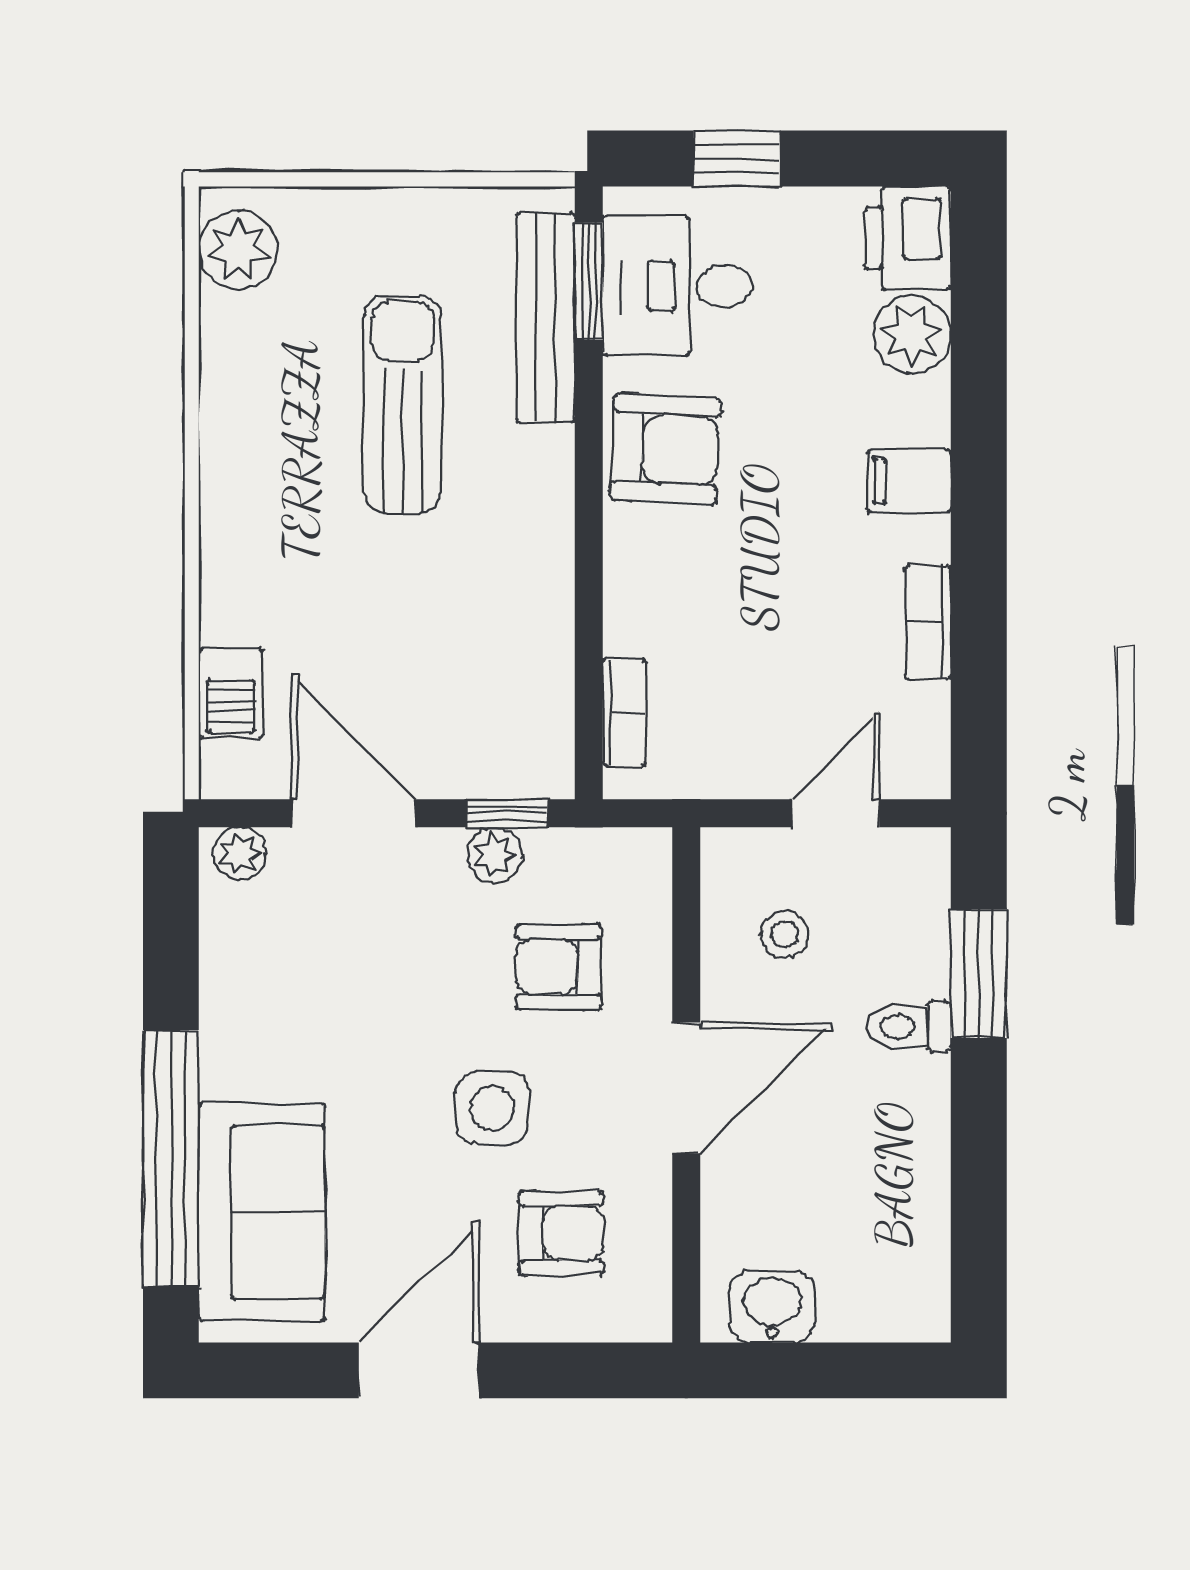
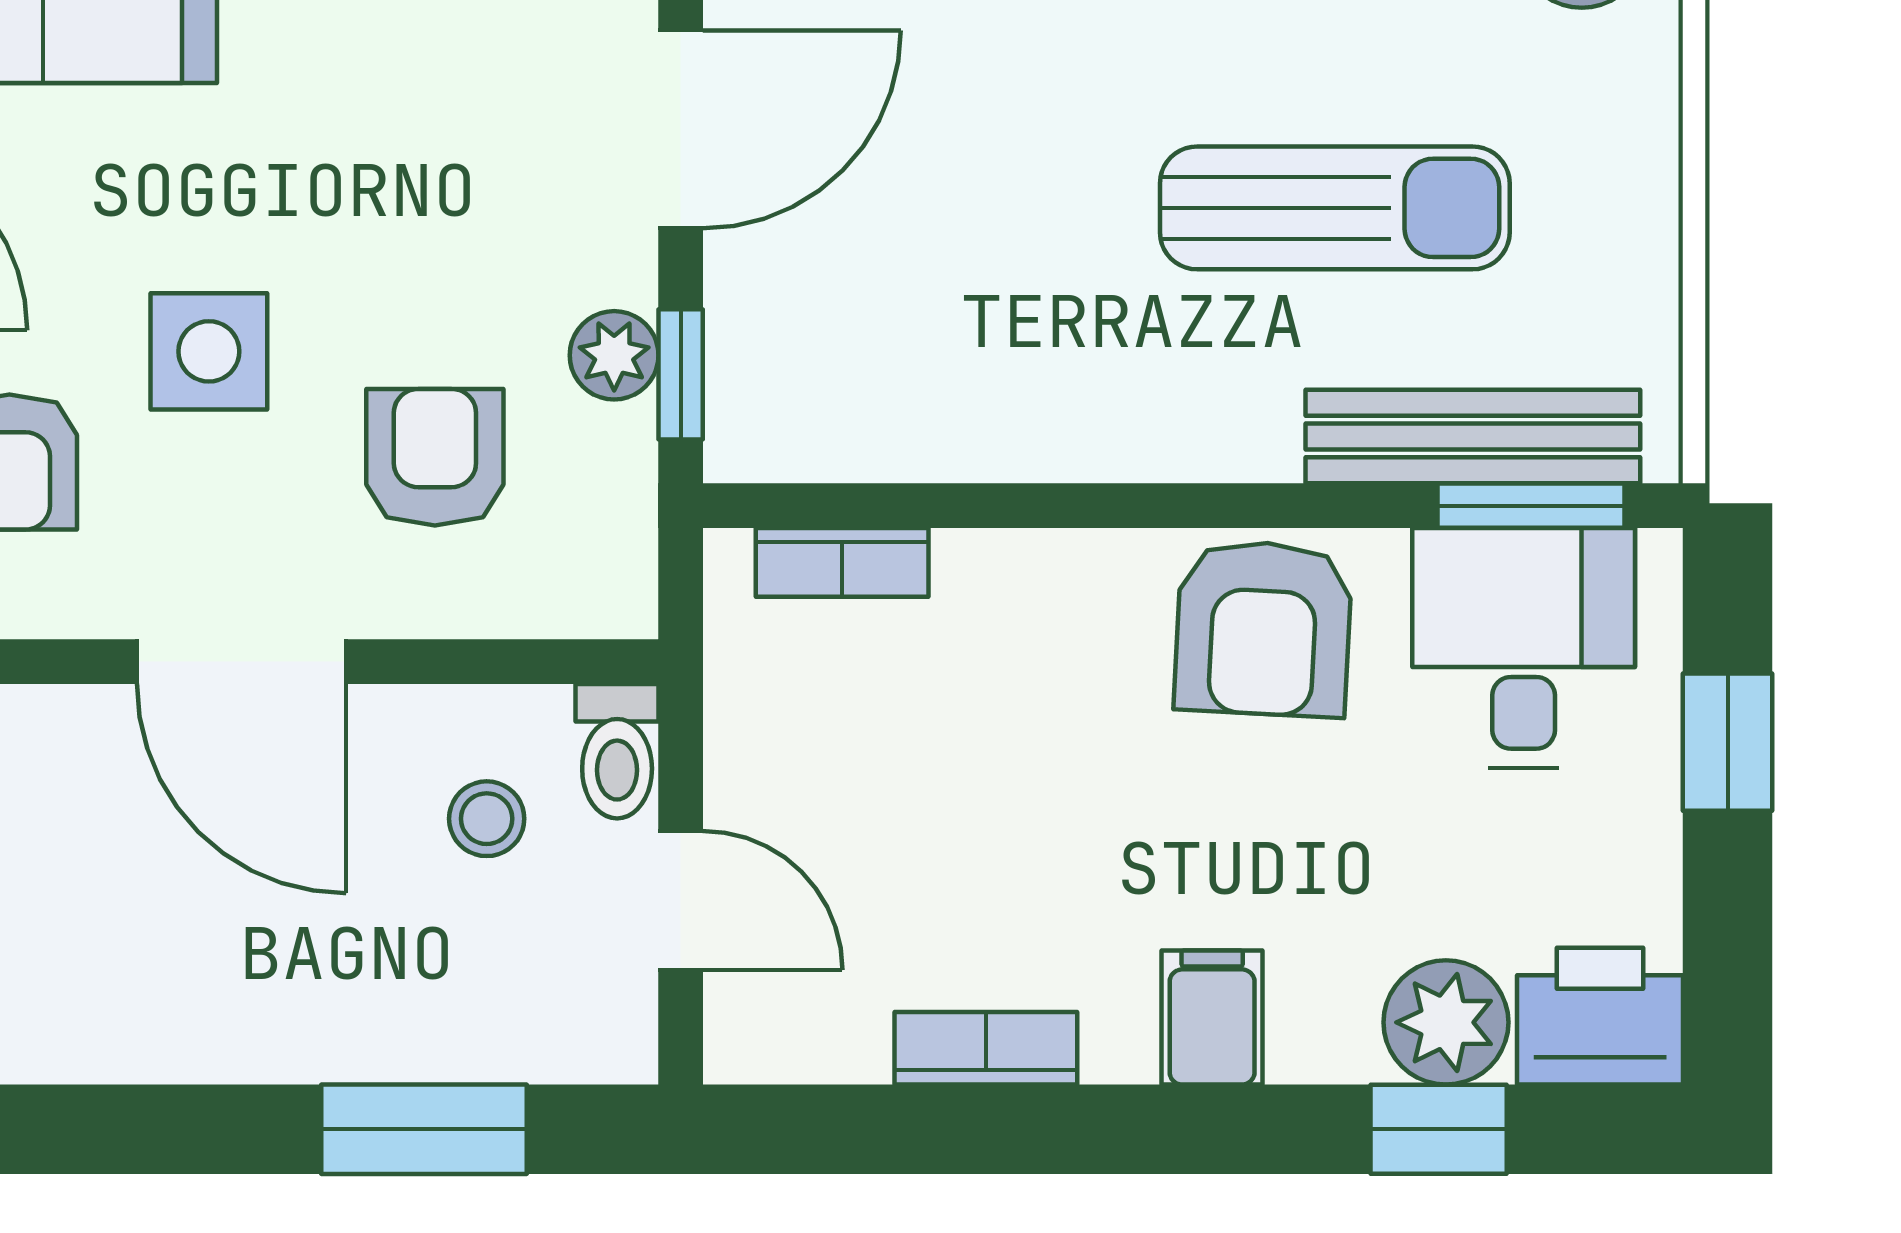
window: (979, 339) -> (1439, 1129), added
toilet: (909, 1027) -> (617, 751), moved, turned 180

